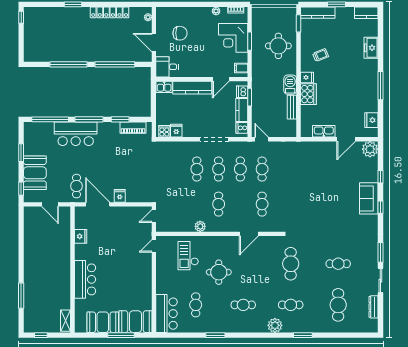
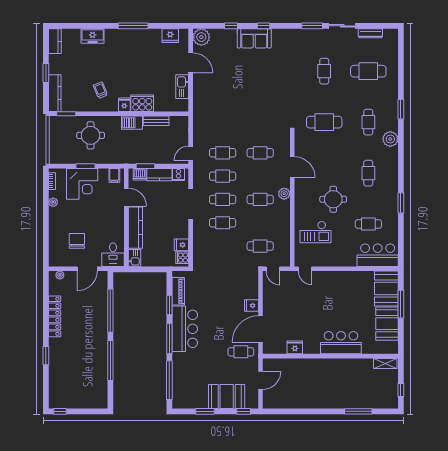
bar counter: (76, 134) -> (185, 329), moved
cafe table: (175, 204) -> (260, 246), added
plant: (200, 226) -> (284, 194), moved

